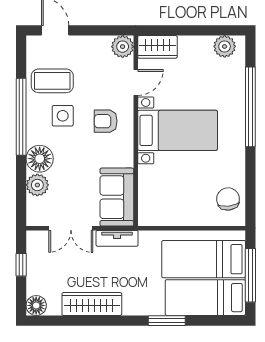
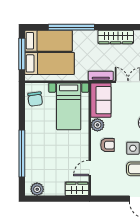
plant: (123, 47) -> (97, 125), moved
bed with nightstands: (178, 130) -> (69, 106), moved, turned -90
window: (167, 321) -> (71, 27), width x2.11

